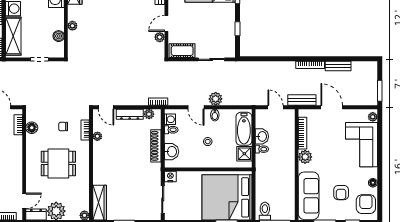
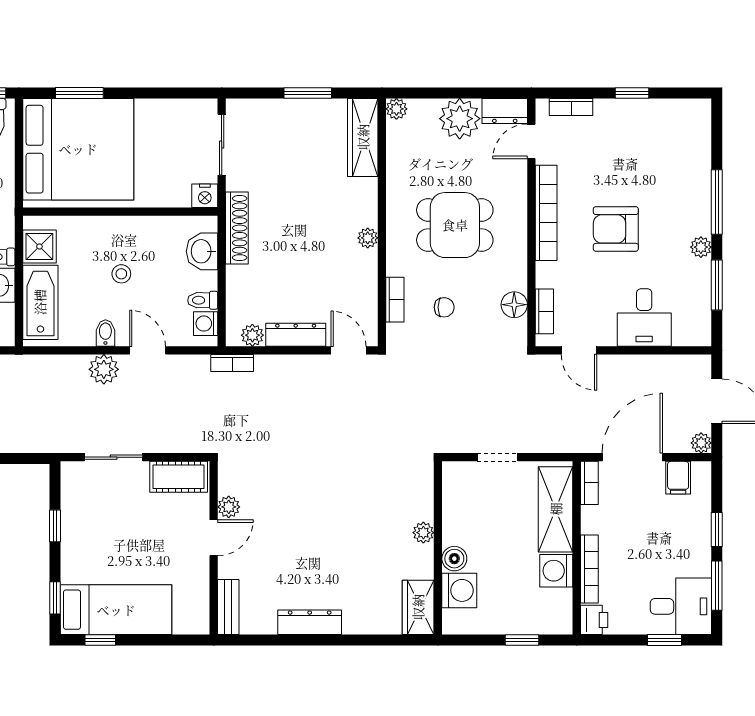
boiler: (59, 36) -> (454, 559), moved
plant: (97, 136) -> (368, 238), moved
shoe rack: (156, 146) -> (237, 228), moved
bookcase: (17, 169) -> (546, 213), added

